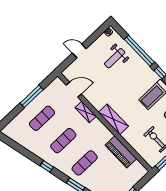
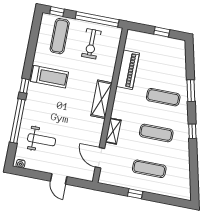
window: (32, 96) -> (135, 194), width x0.46

